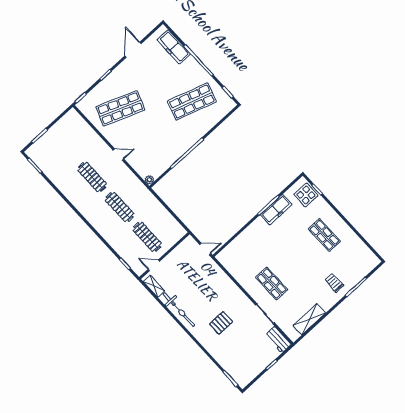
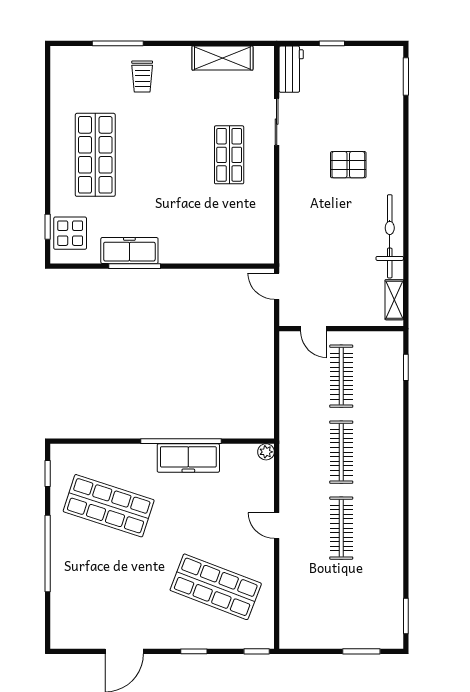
freezer: (174, 47) -> (188, 458), moved, turned 90
shop shelf: (324, 235) -> (95, 155), width x1.43, depth x1.36
door: (154, 265) -> (314, 329), moved

